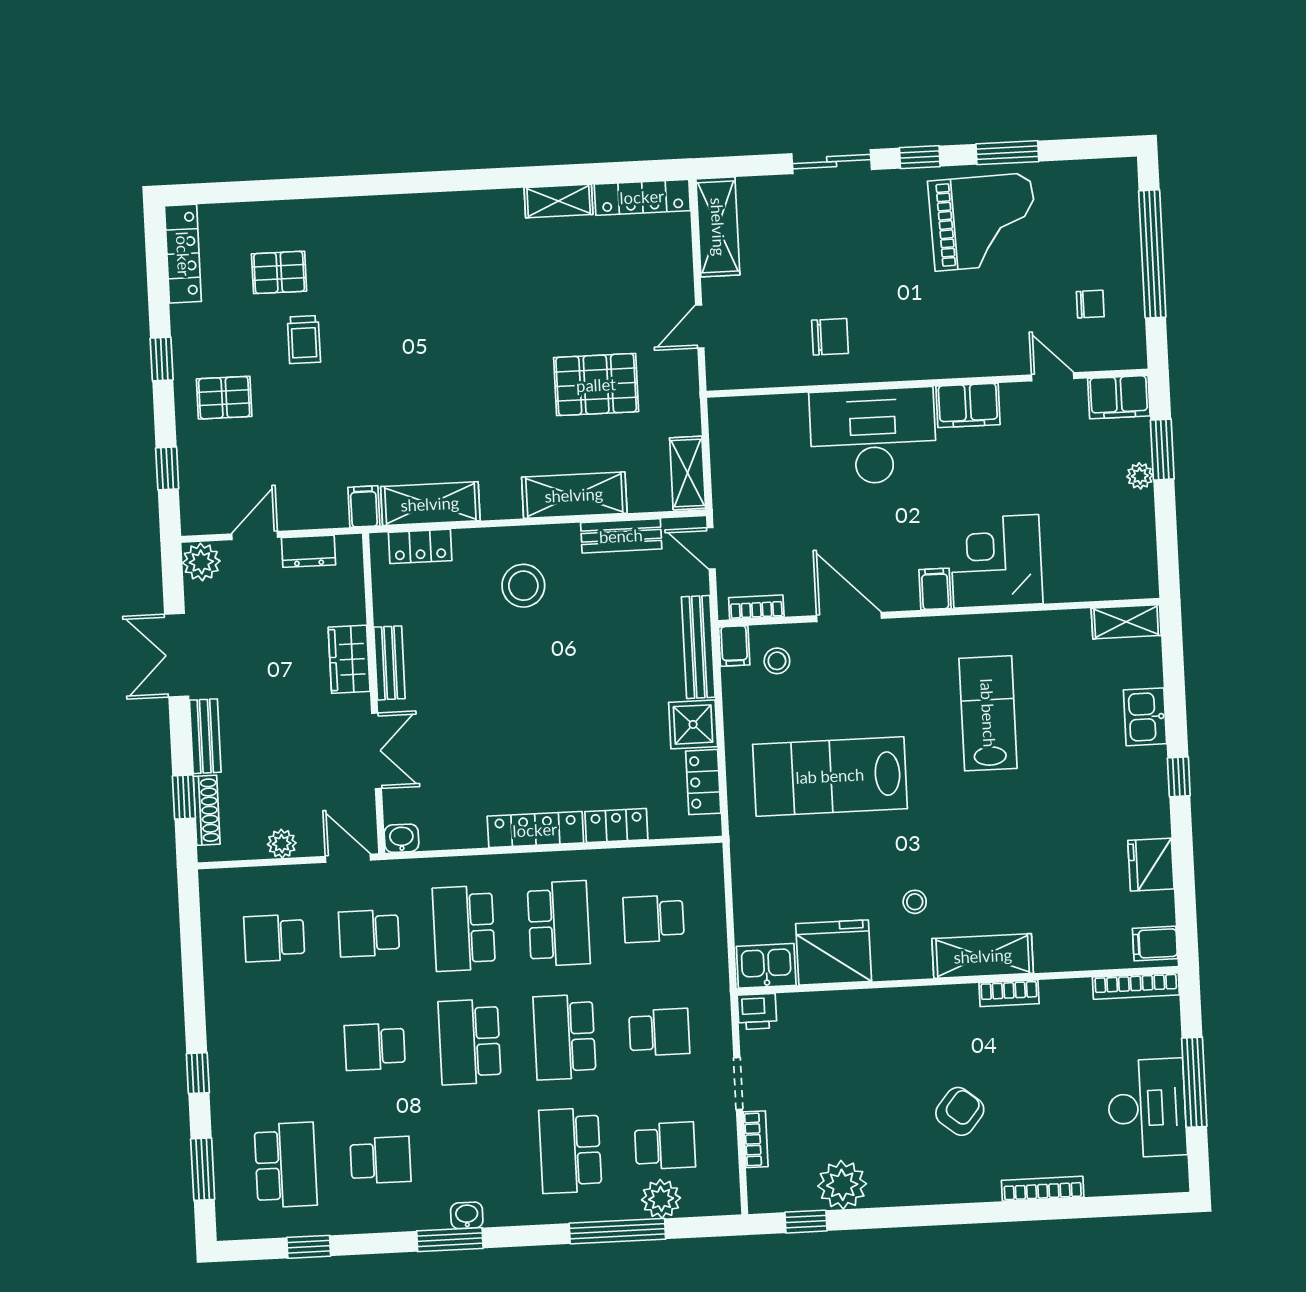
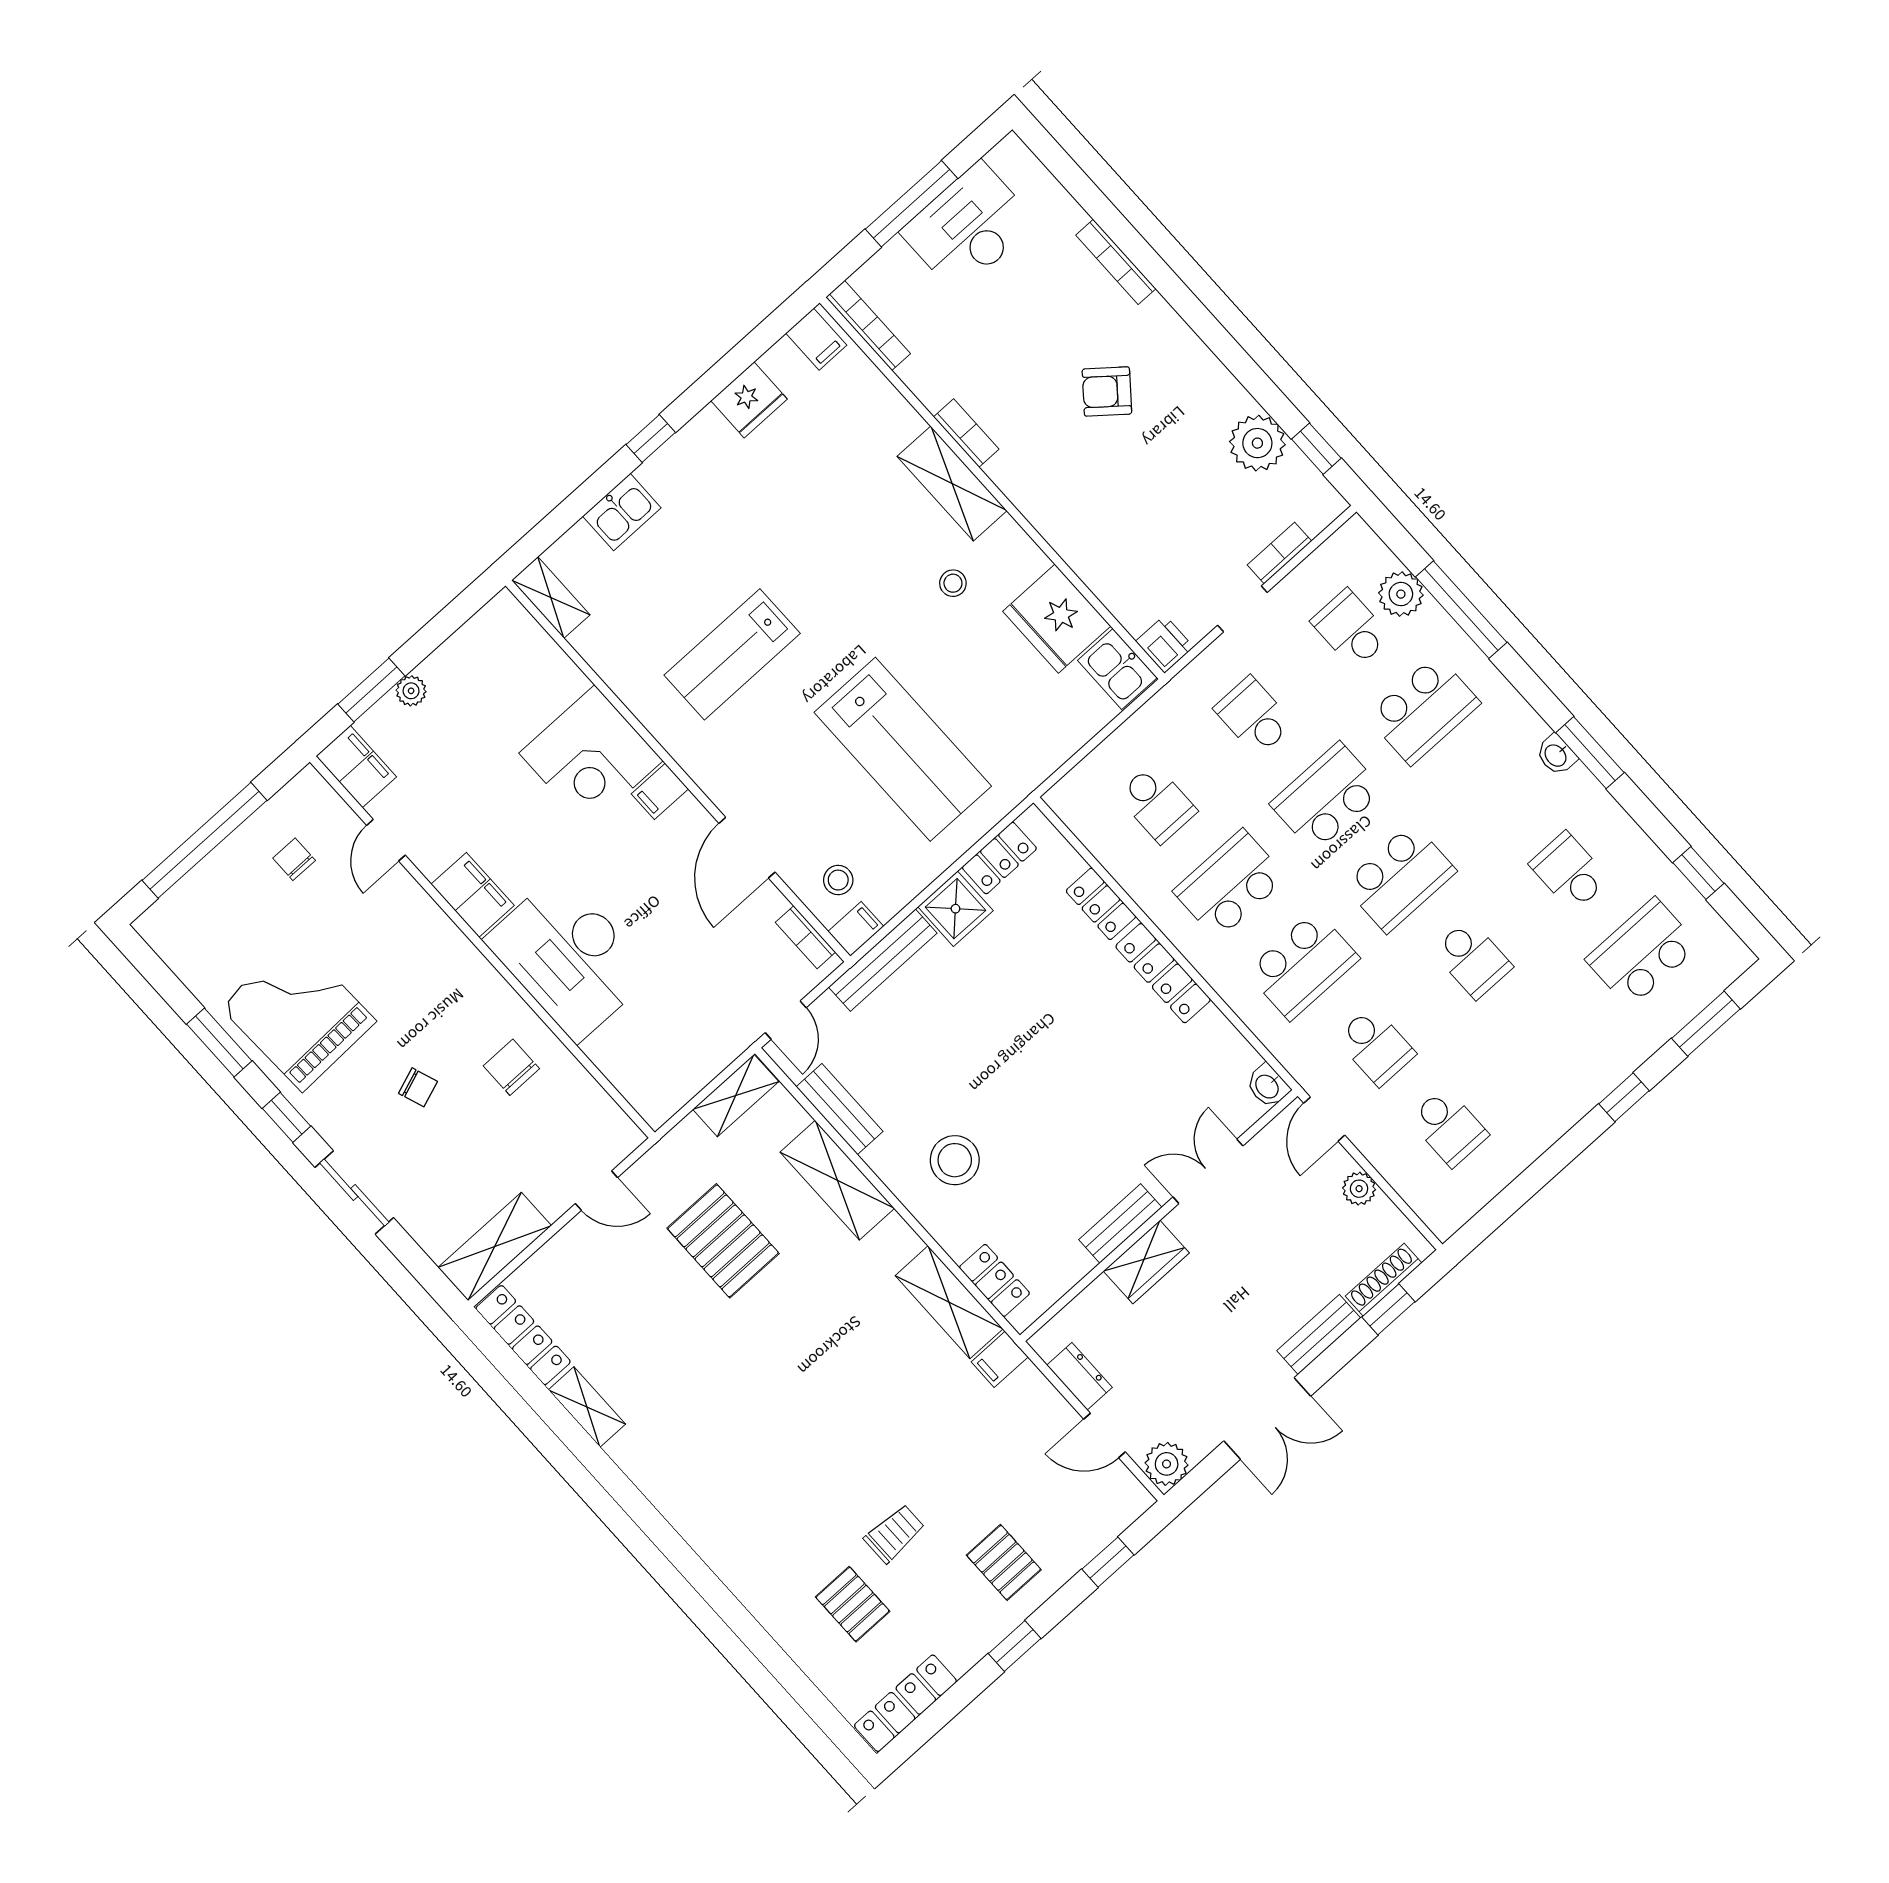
chair: (868, 263) -> (418, 1087), added
school desk: (564, 1037) -> (1327, 797), turned 180

